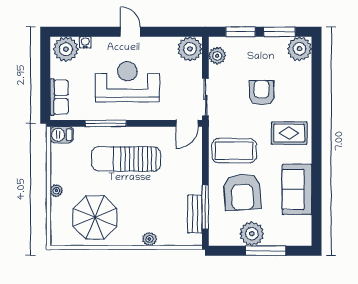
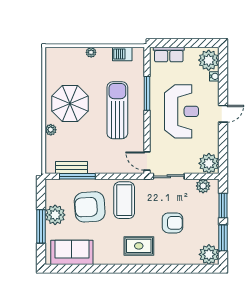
rug: (289, 133) -> (139, 246), turned 90
barbecue: (62, 135) -> (122, 54), moved, turned -90
sofa: (297, 189) -> (72, 252), moved
parasol: (95, 217) -> (70, 103), moved

